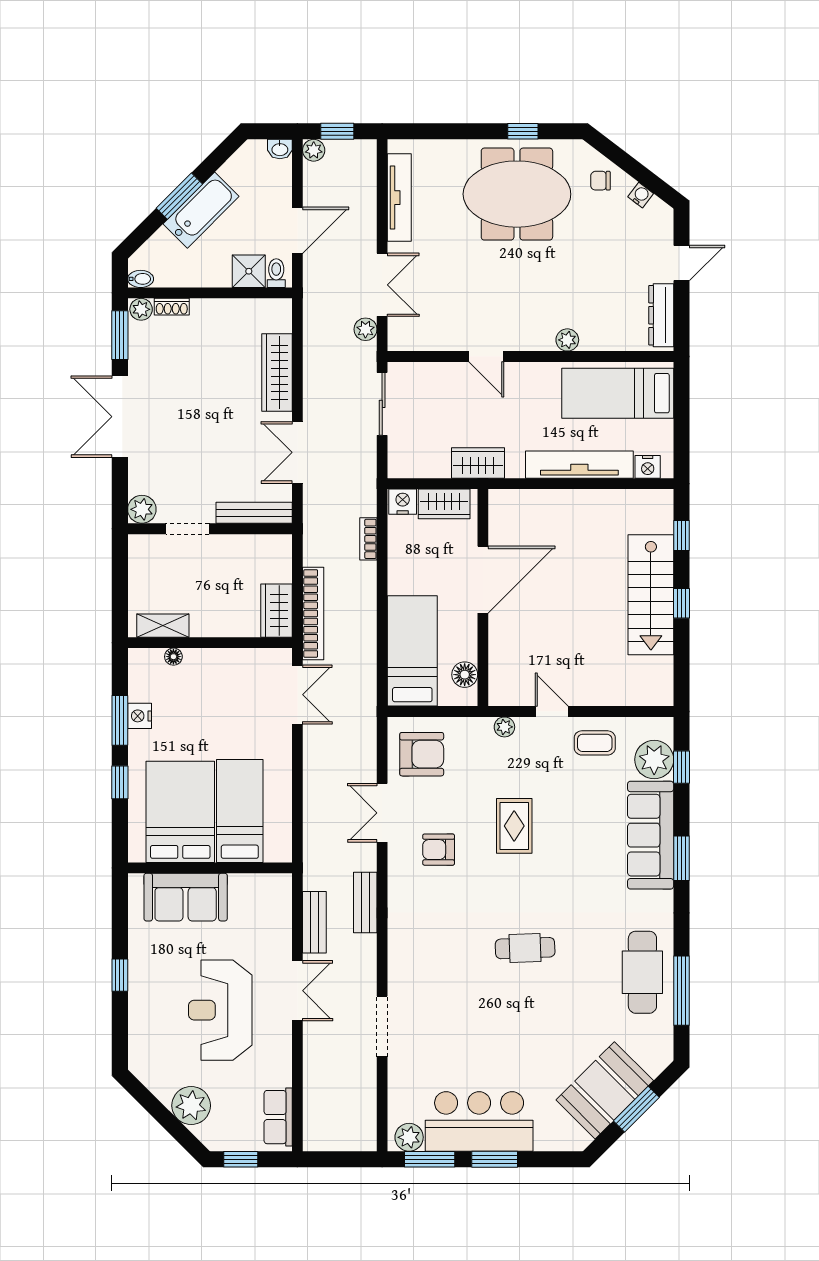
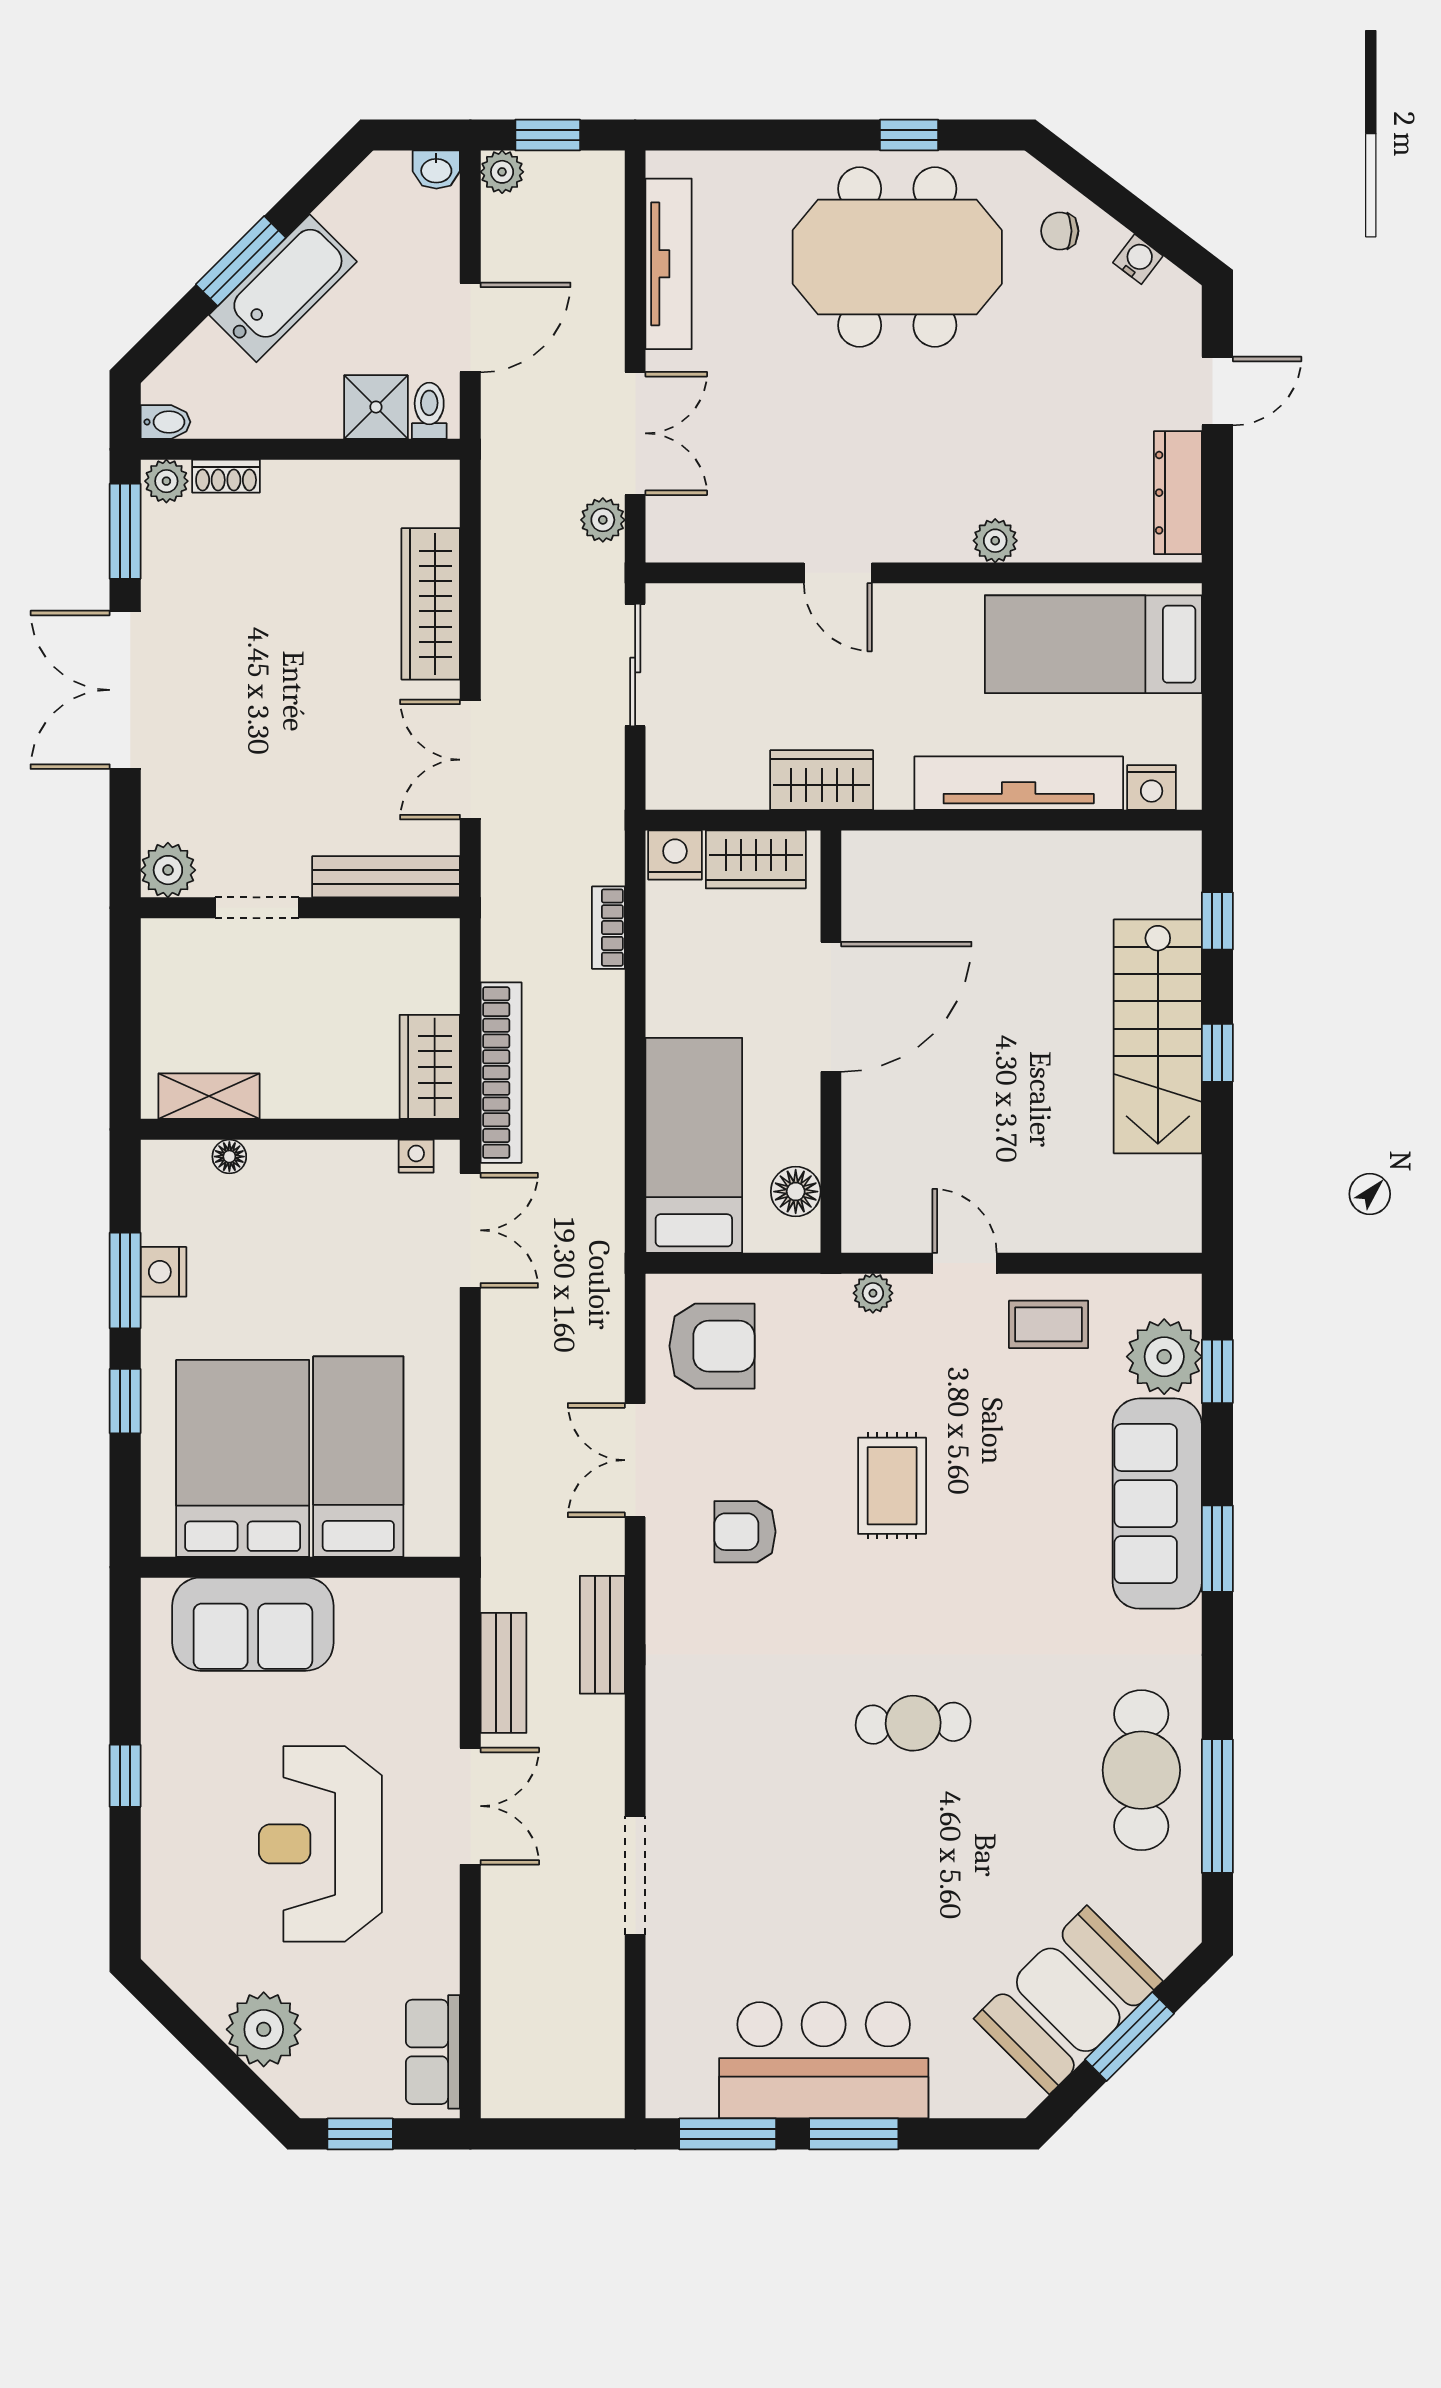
nightstand: (270, 656) -> (416, 1156), added
plant: (409, 1137) -> (688, 2091), removed

